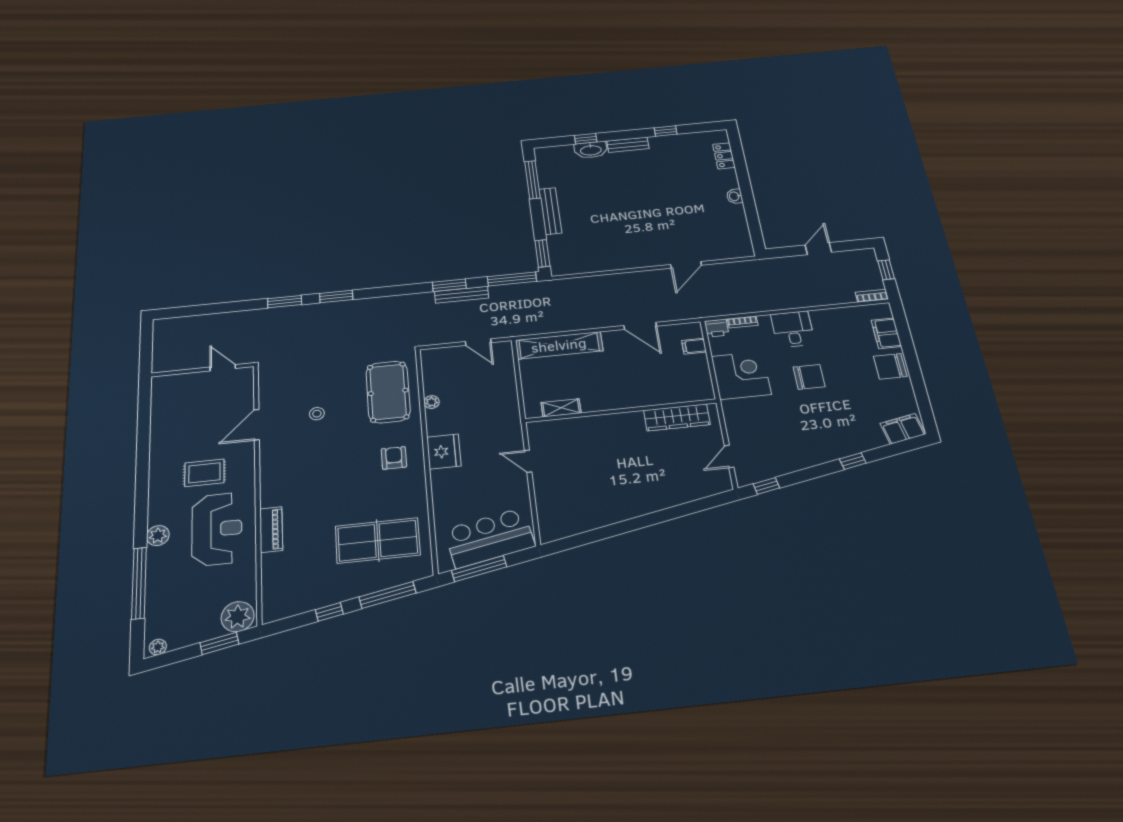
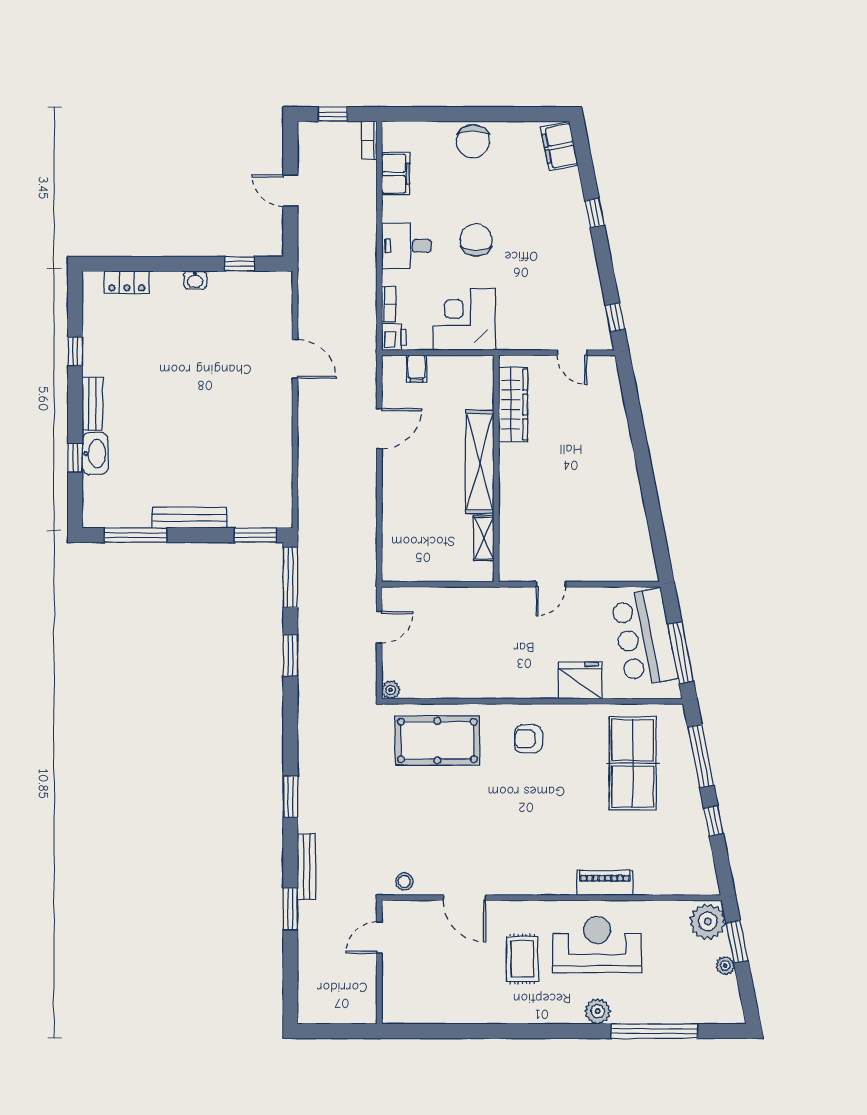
window: (753, 222) -> (240, 264), added
bench: (462, 295) -> (307, 867), moved
window: (285, 302) -> (290, 909), moved
filing cabinet: (886, 333) -> (396, 174), moved, turned -90
shelving: (559, 345) -> (480, 462), moved
plant: (432, 402) -> (391, 690), moved
stool: (317, 414) -> (404, 882), moved
fridge: (444, 452) -> (580, 680), moved
plant: (158, 647) -> (725, 966), moved

